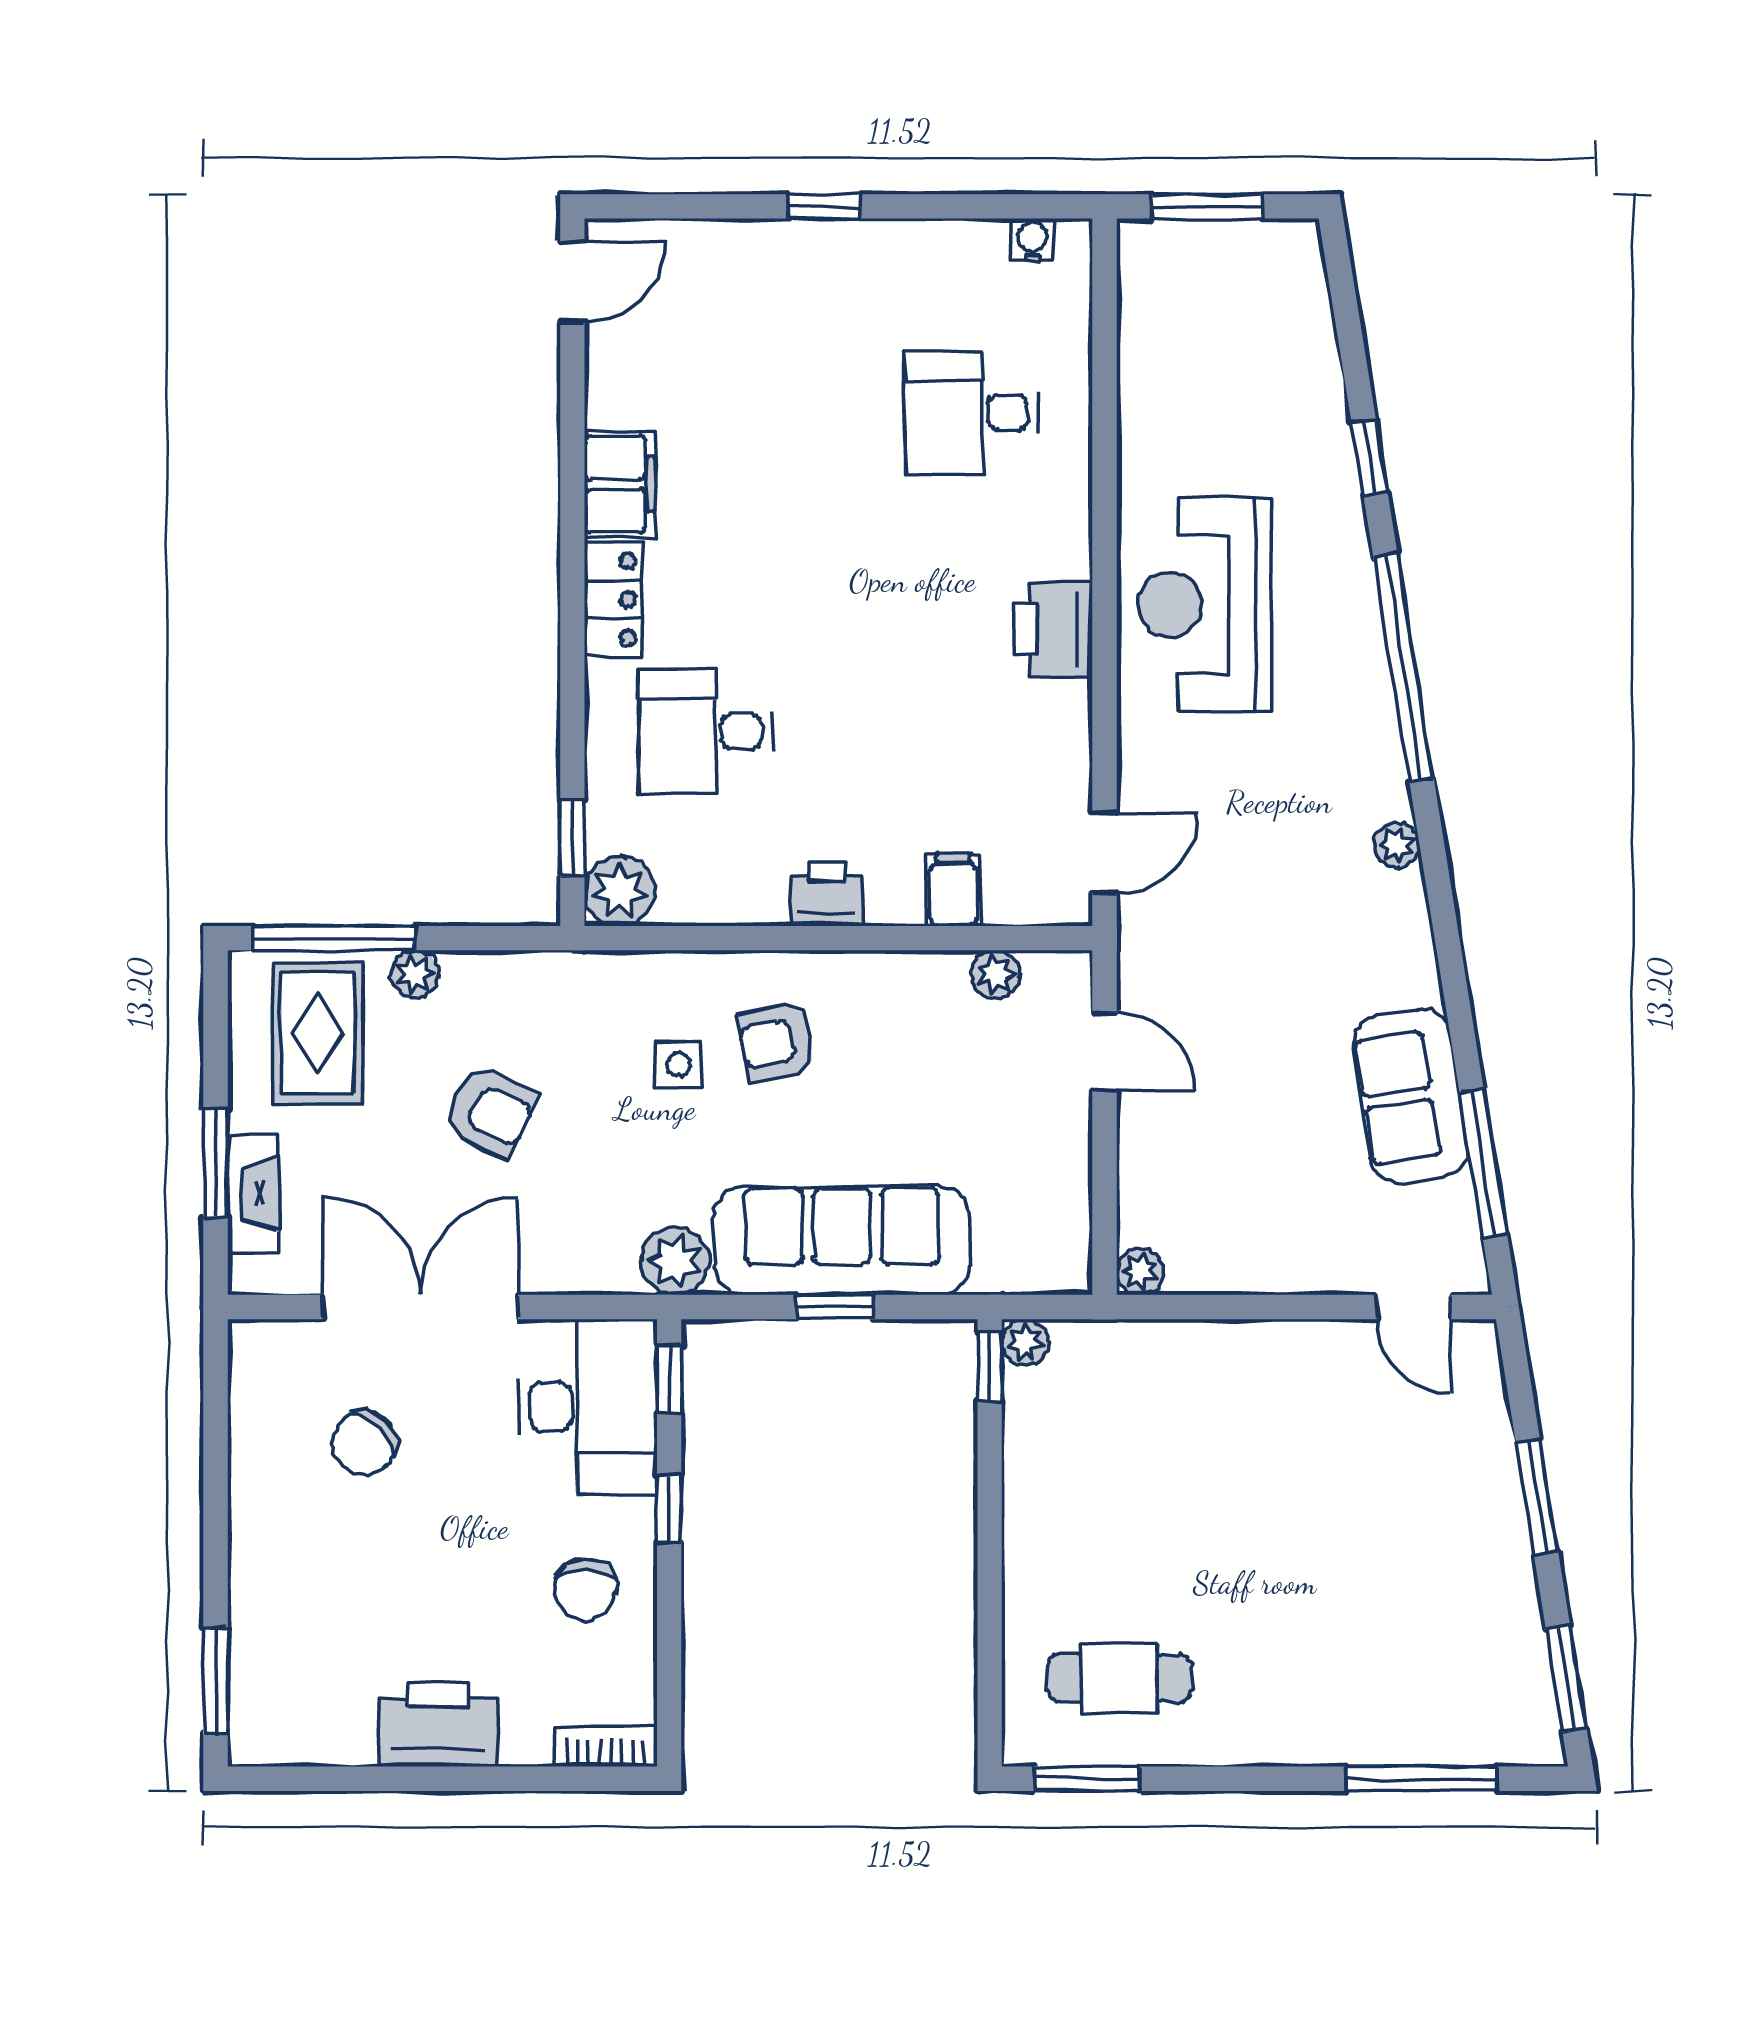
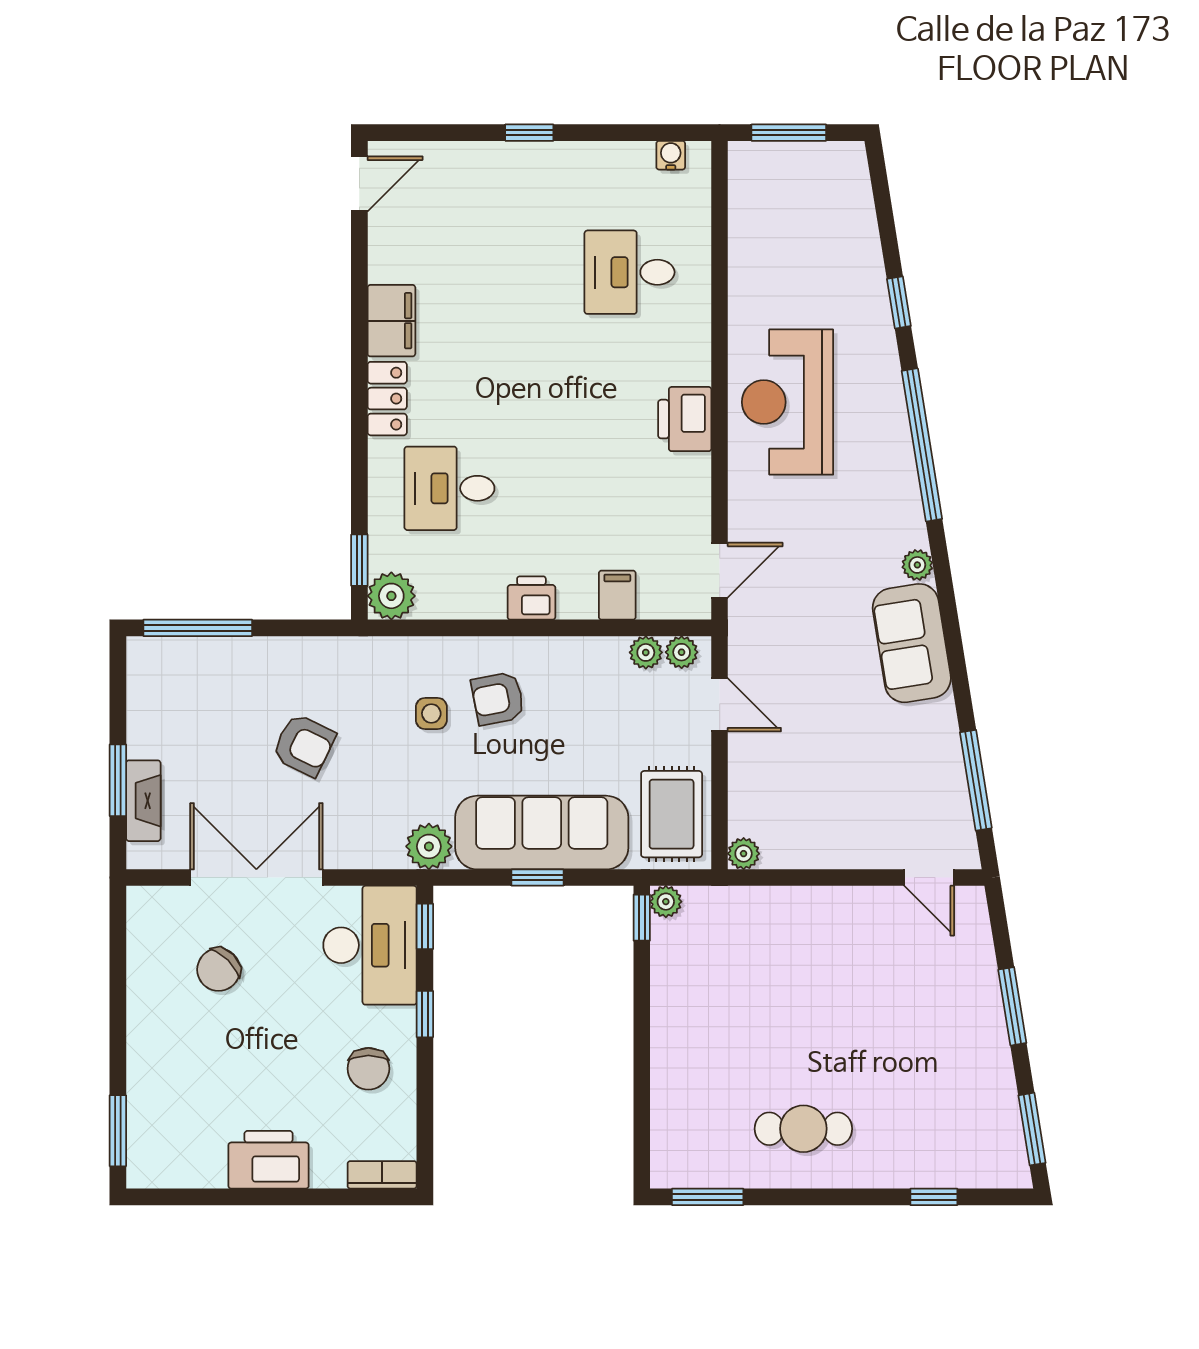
plant: (415, 974) -> (682, 652), moved
rug: (318, 1033) -> (672, 814), moved
sofa: (1410, 1096) -> (912, 643), moved
cafe table: (1120, 1678) -> (803, 1129), moved
window: (1421, 1779) -> (934, 1197), width x0.46

